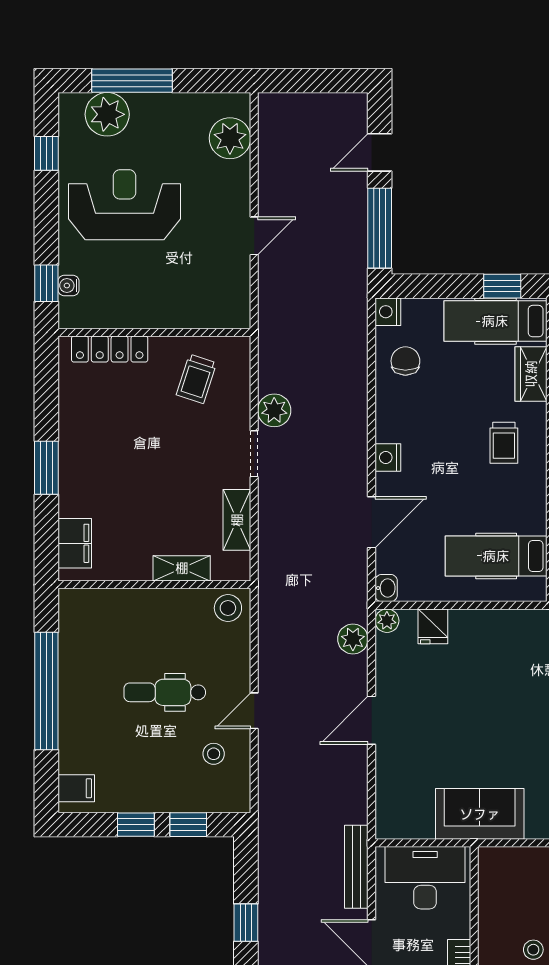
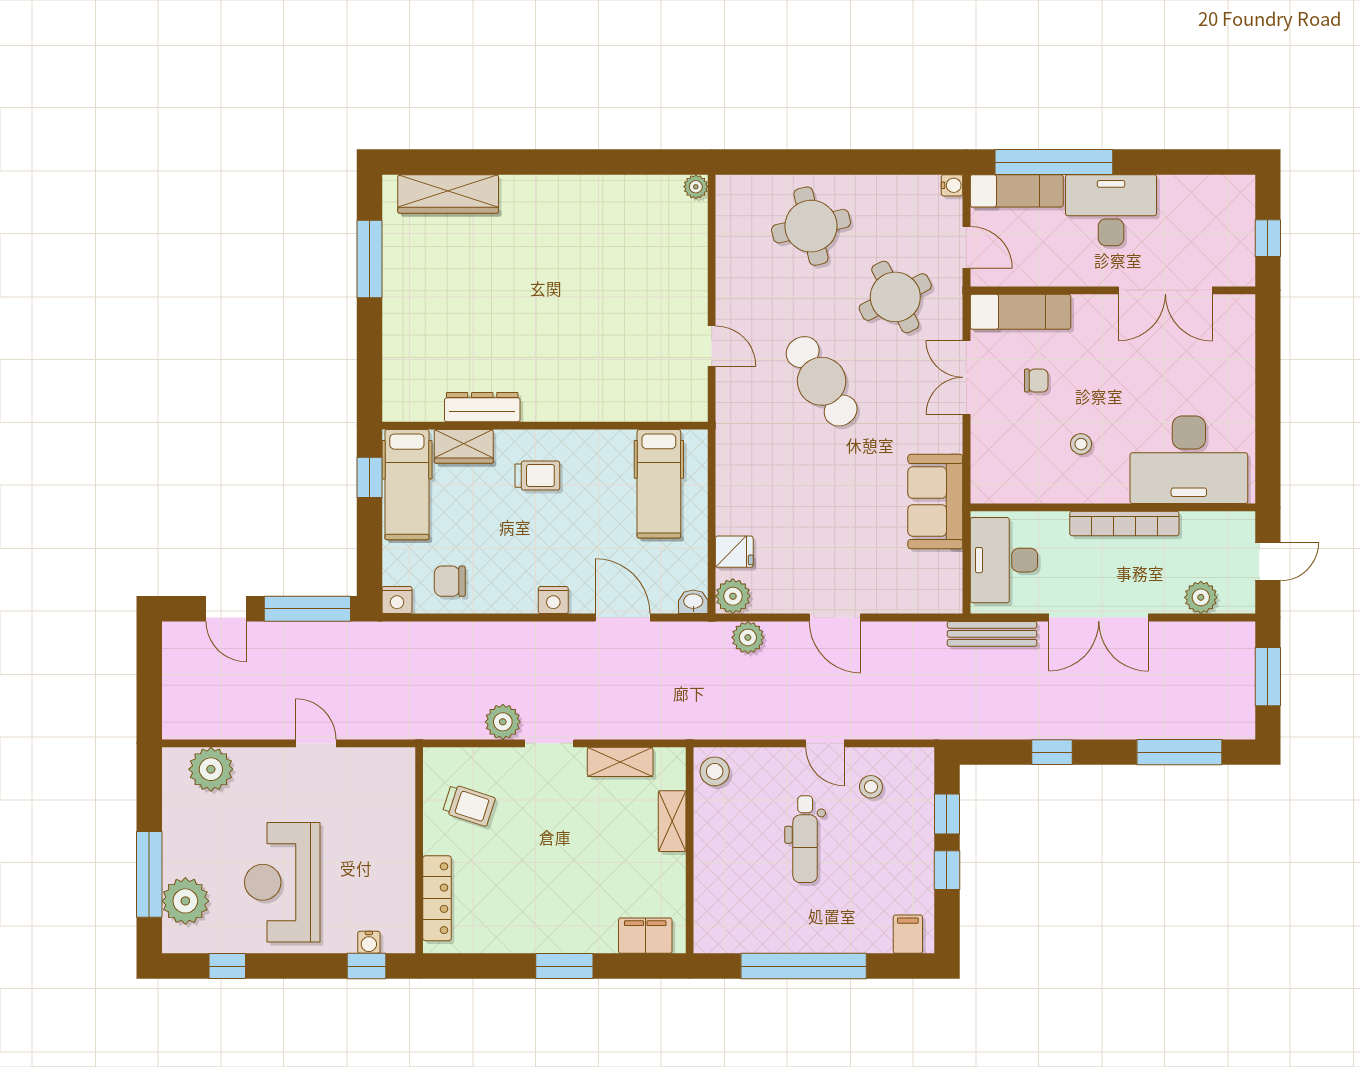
plant: (387, 621) -> (733, 596), width x1.38, depth x1.38

